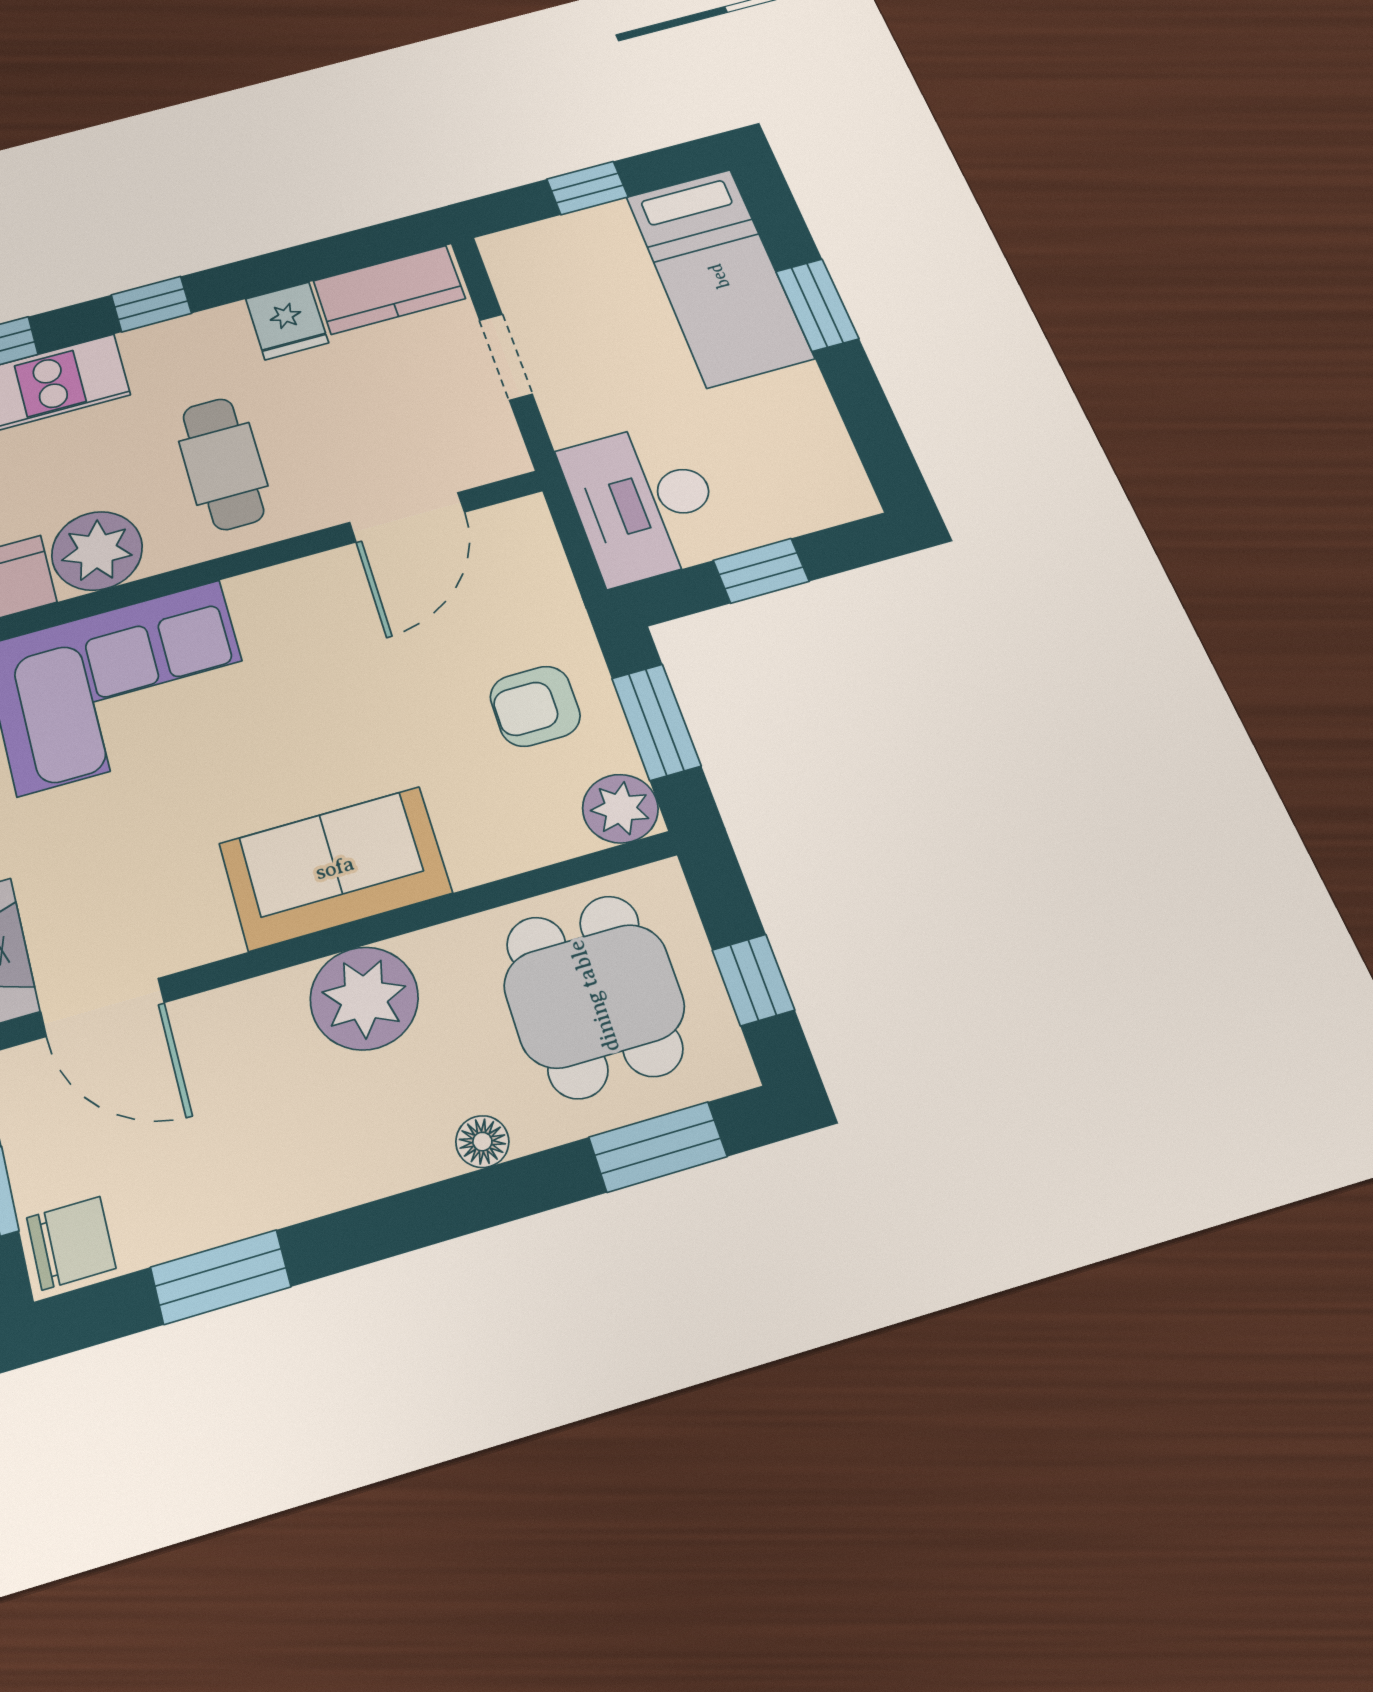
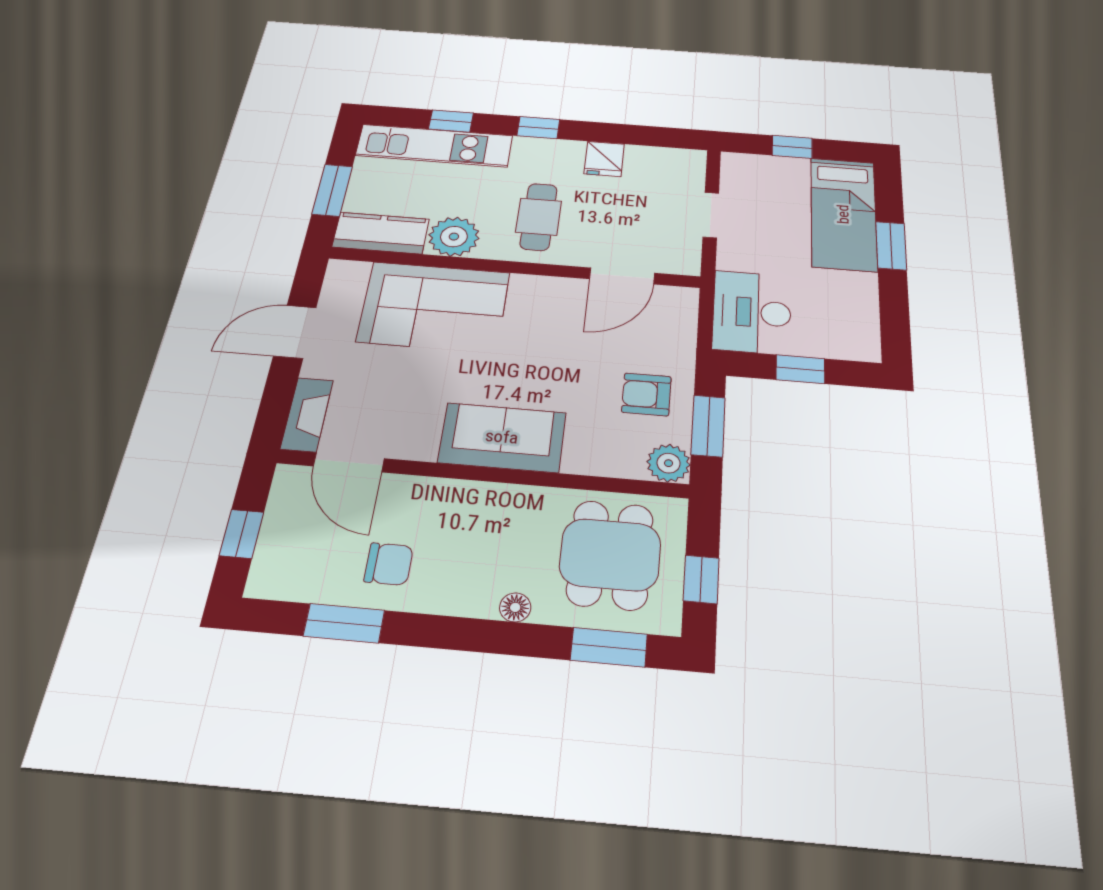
kitchen counter: (389, 290) -> (664, 162), removed
plant: (364, 998) -> (487, 509), removed
chair: (71, 1243) -> (389, 564), moved

